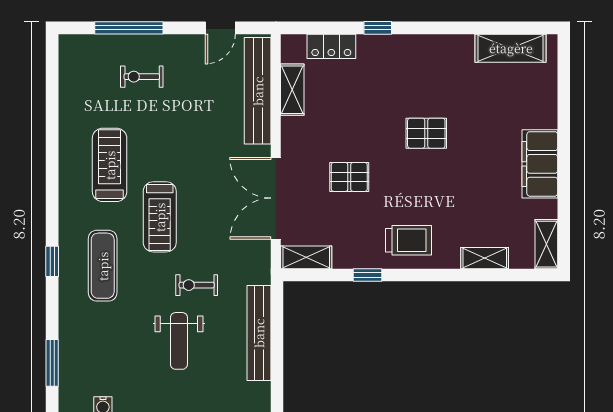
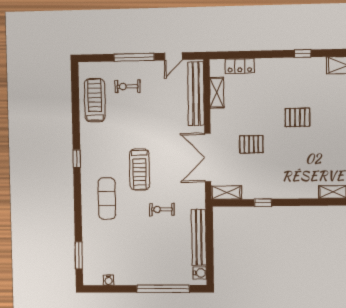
window: (129, 28) -> (134, 57), moved
window: (378, 28) -> (302, 54), moved
treadmill: (110, 165) -> (95, 100), moved
trolley: (409, 240) -> (287, 182), removed
window: (52, 261) -> (77, 159), moved
weight bench: (179, 341) -> (152, 242), removed
water cooler: (260, 394) -> (200, 273), added

